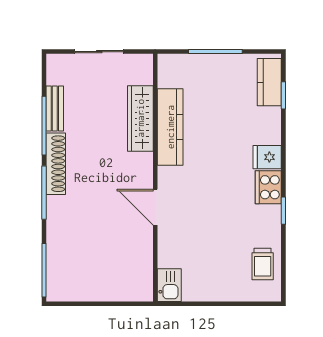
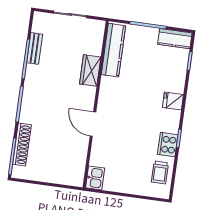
kitchen counter: (269, 82) -> (175, 39), moved, turned -90
wardrobe: (140, 118) -> (90, 70), width x0.67
kitchen counter: (170, 127) -> (113, 50), moved
shoe rack: (56, 164) -> (22, 145), moved
cooker: (268, 187) -> (168, 145), moved

